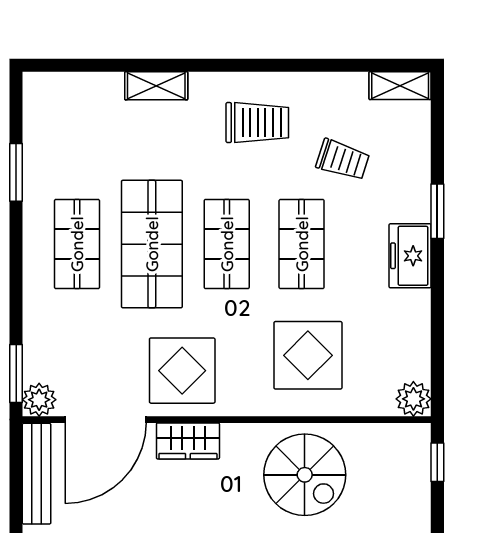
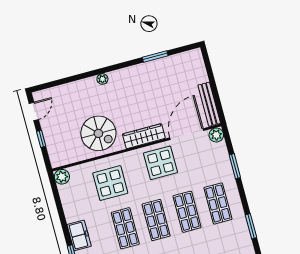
shop shelf: (152, 244) -> (187, 212), width x0.70, depth x0.74
window: (16, 374) -> (235, 166), moved
wardrobe: (188, 441) -> (144, 136), width x1.50
window: (437, 462) -> (41, 139), moved
spiral stairs: (305, 475) -> (98, 133), turned 180

